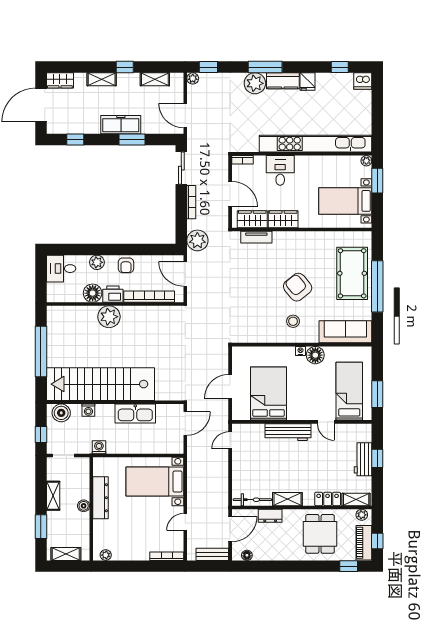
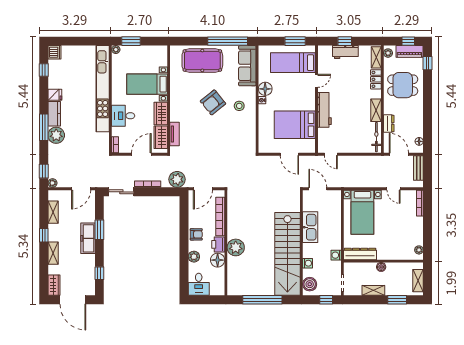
bed with nightstands: (345, 201) -> (147, 84), moved, turned 90
window: (377, 286) -> (228, 41), moved
dresser: (100, 498) -> (360, 254), moved

